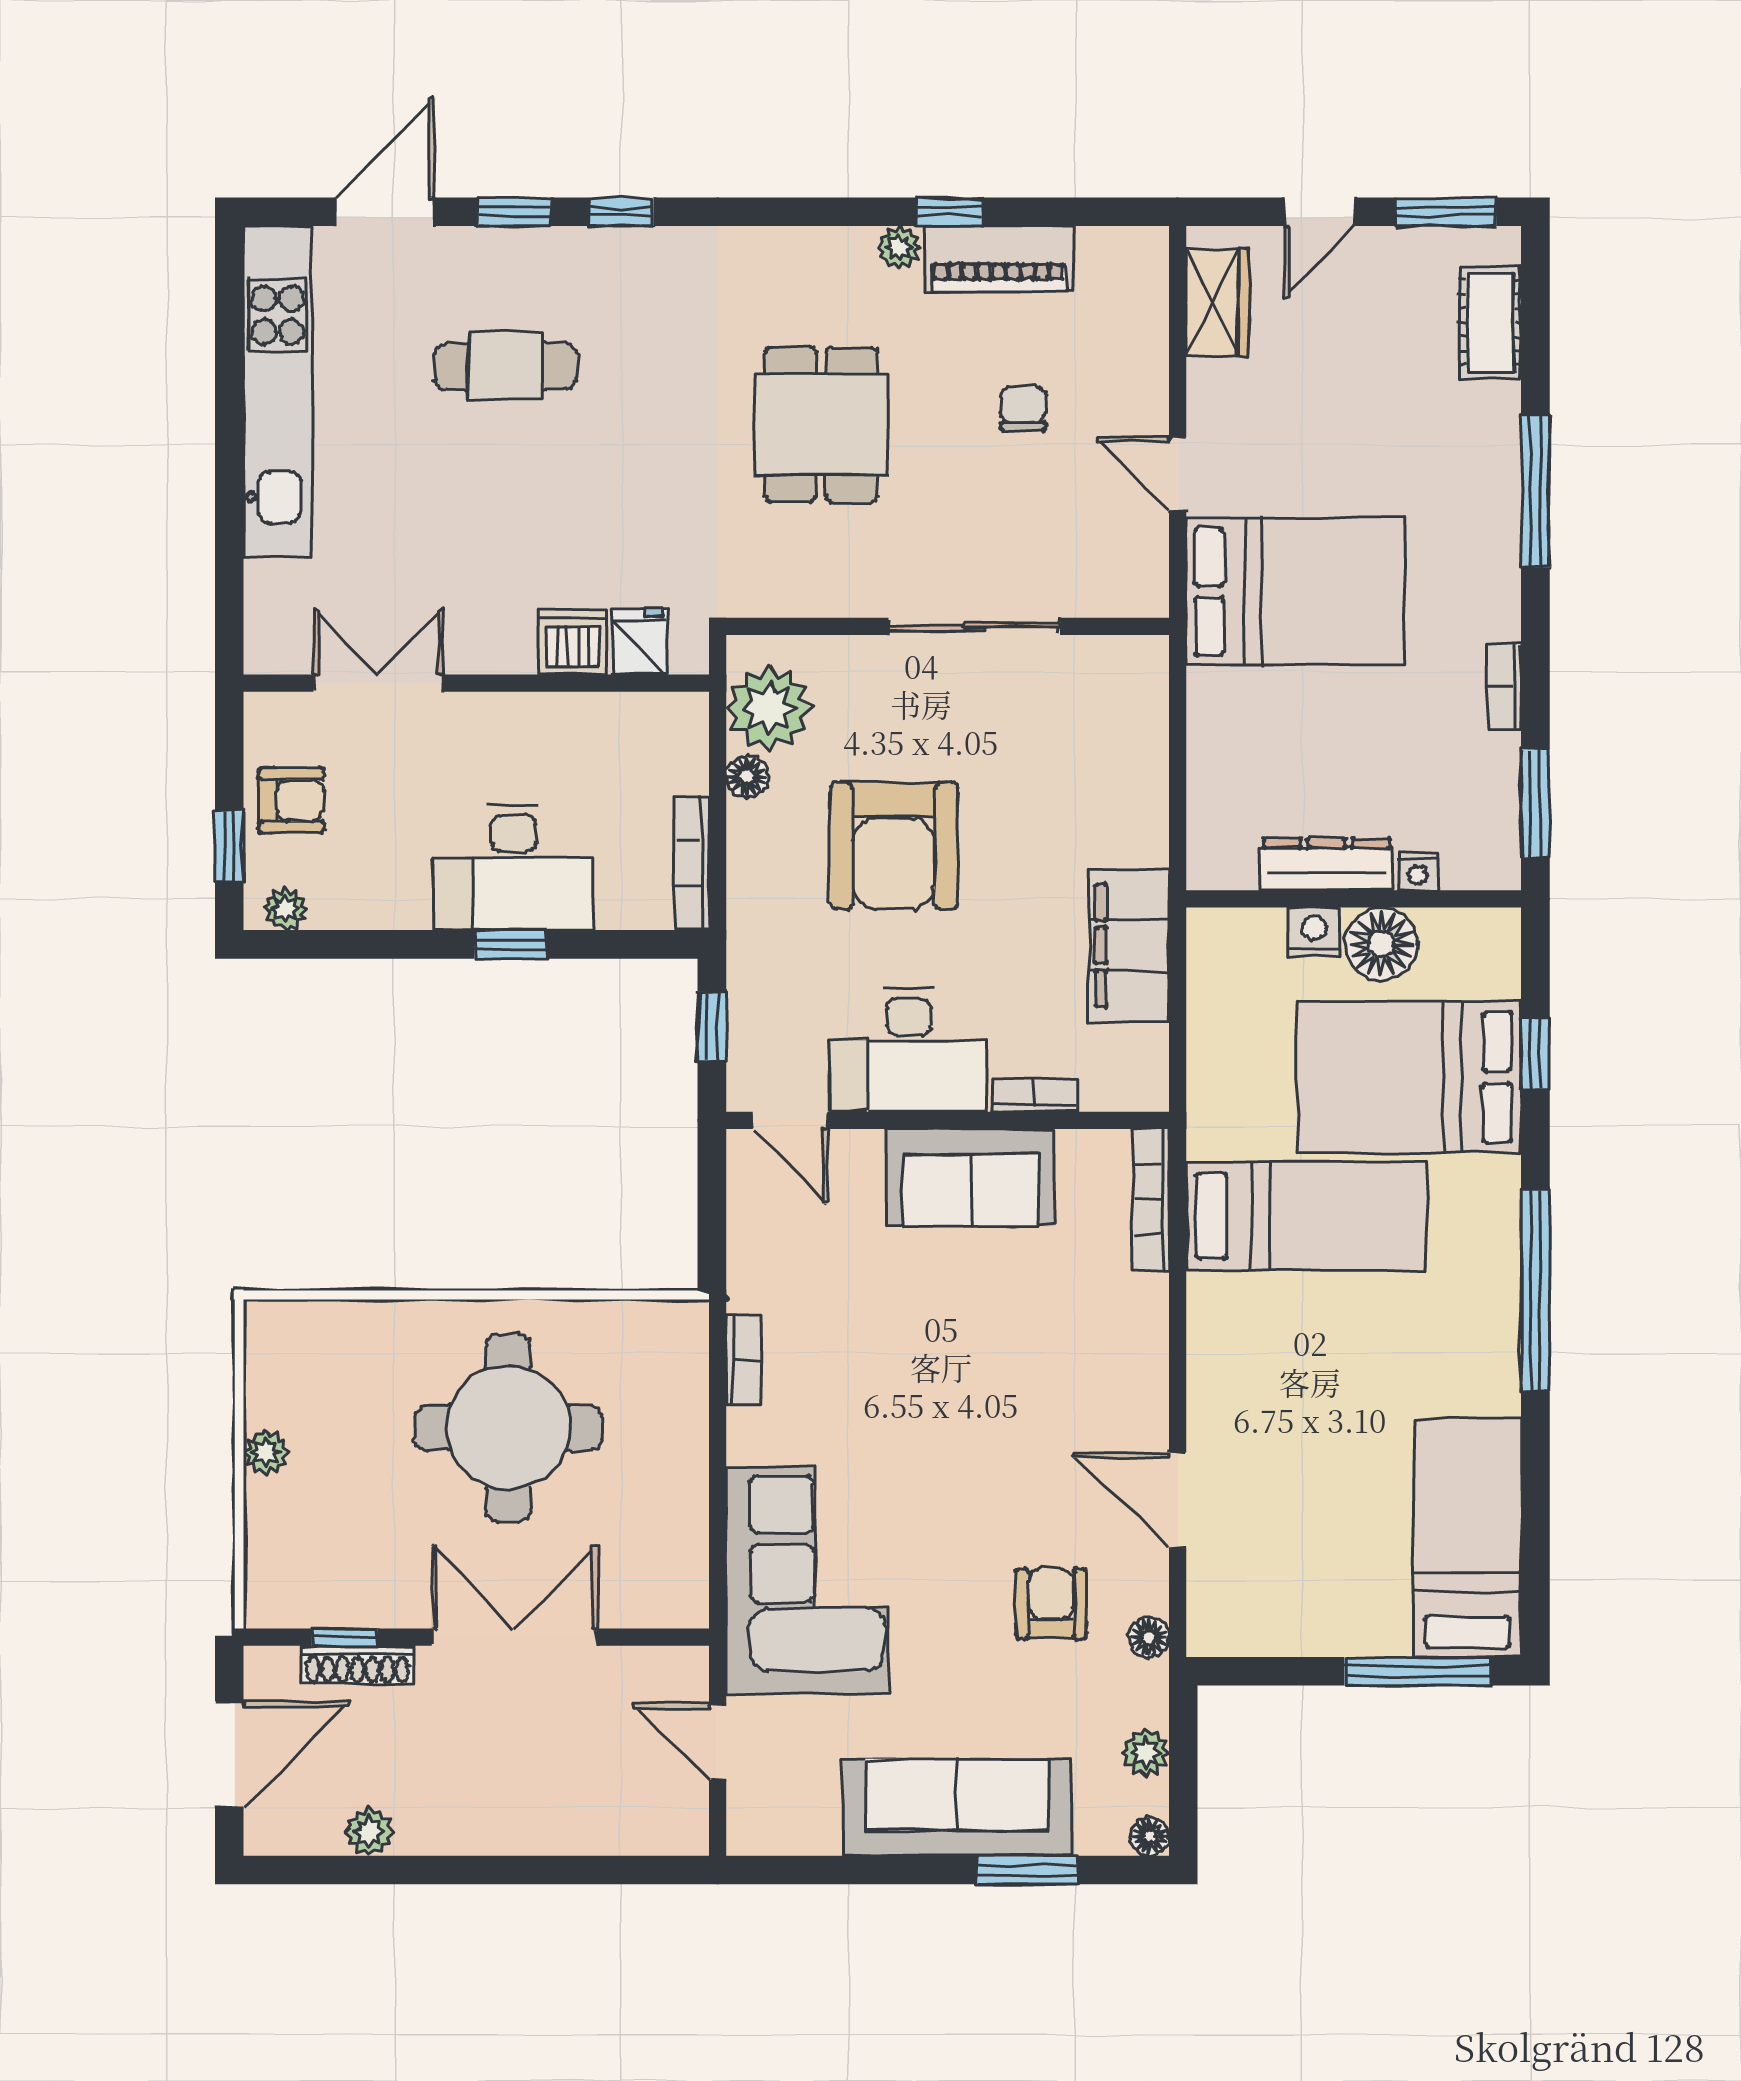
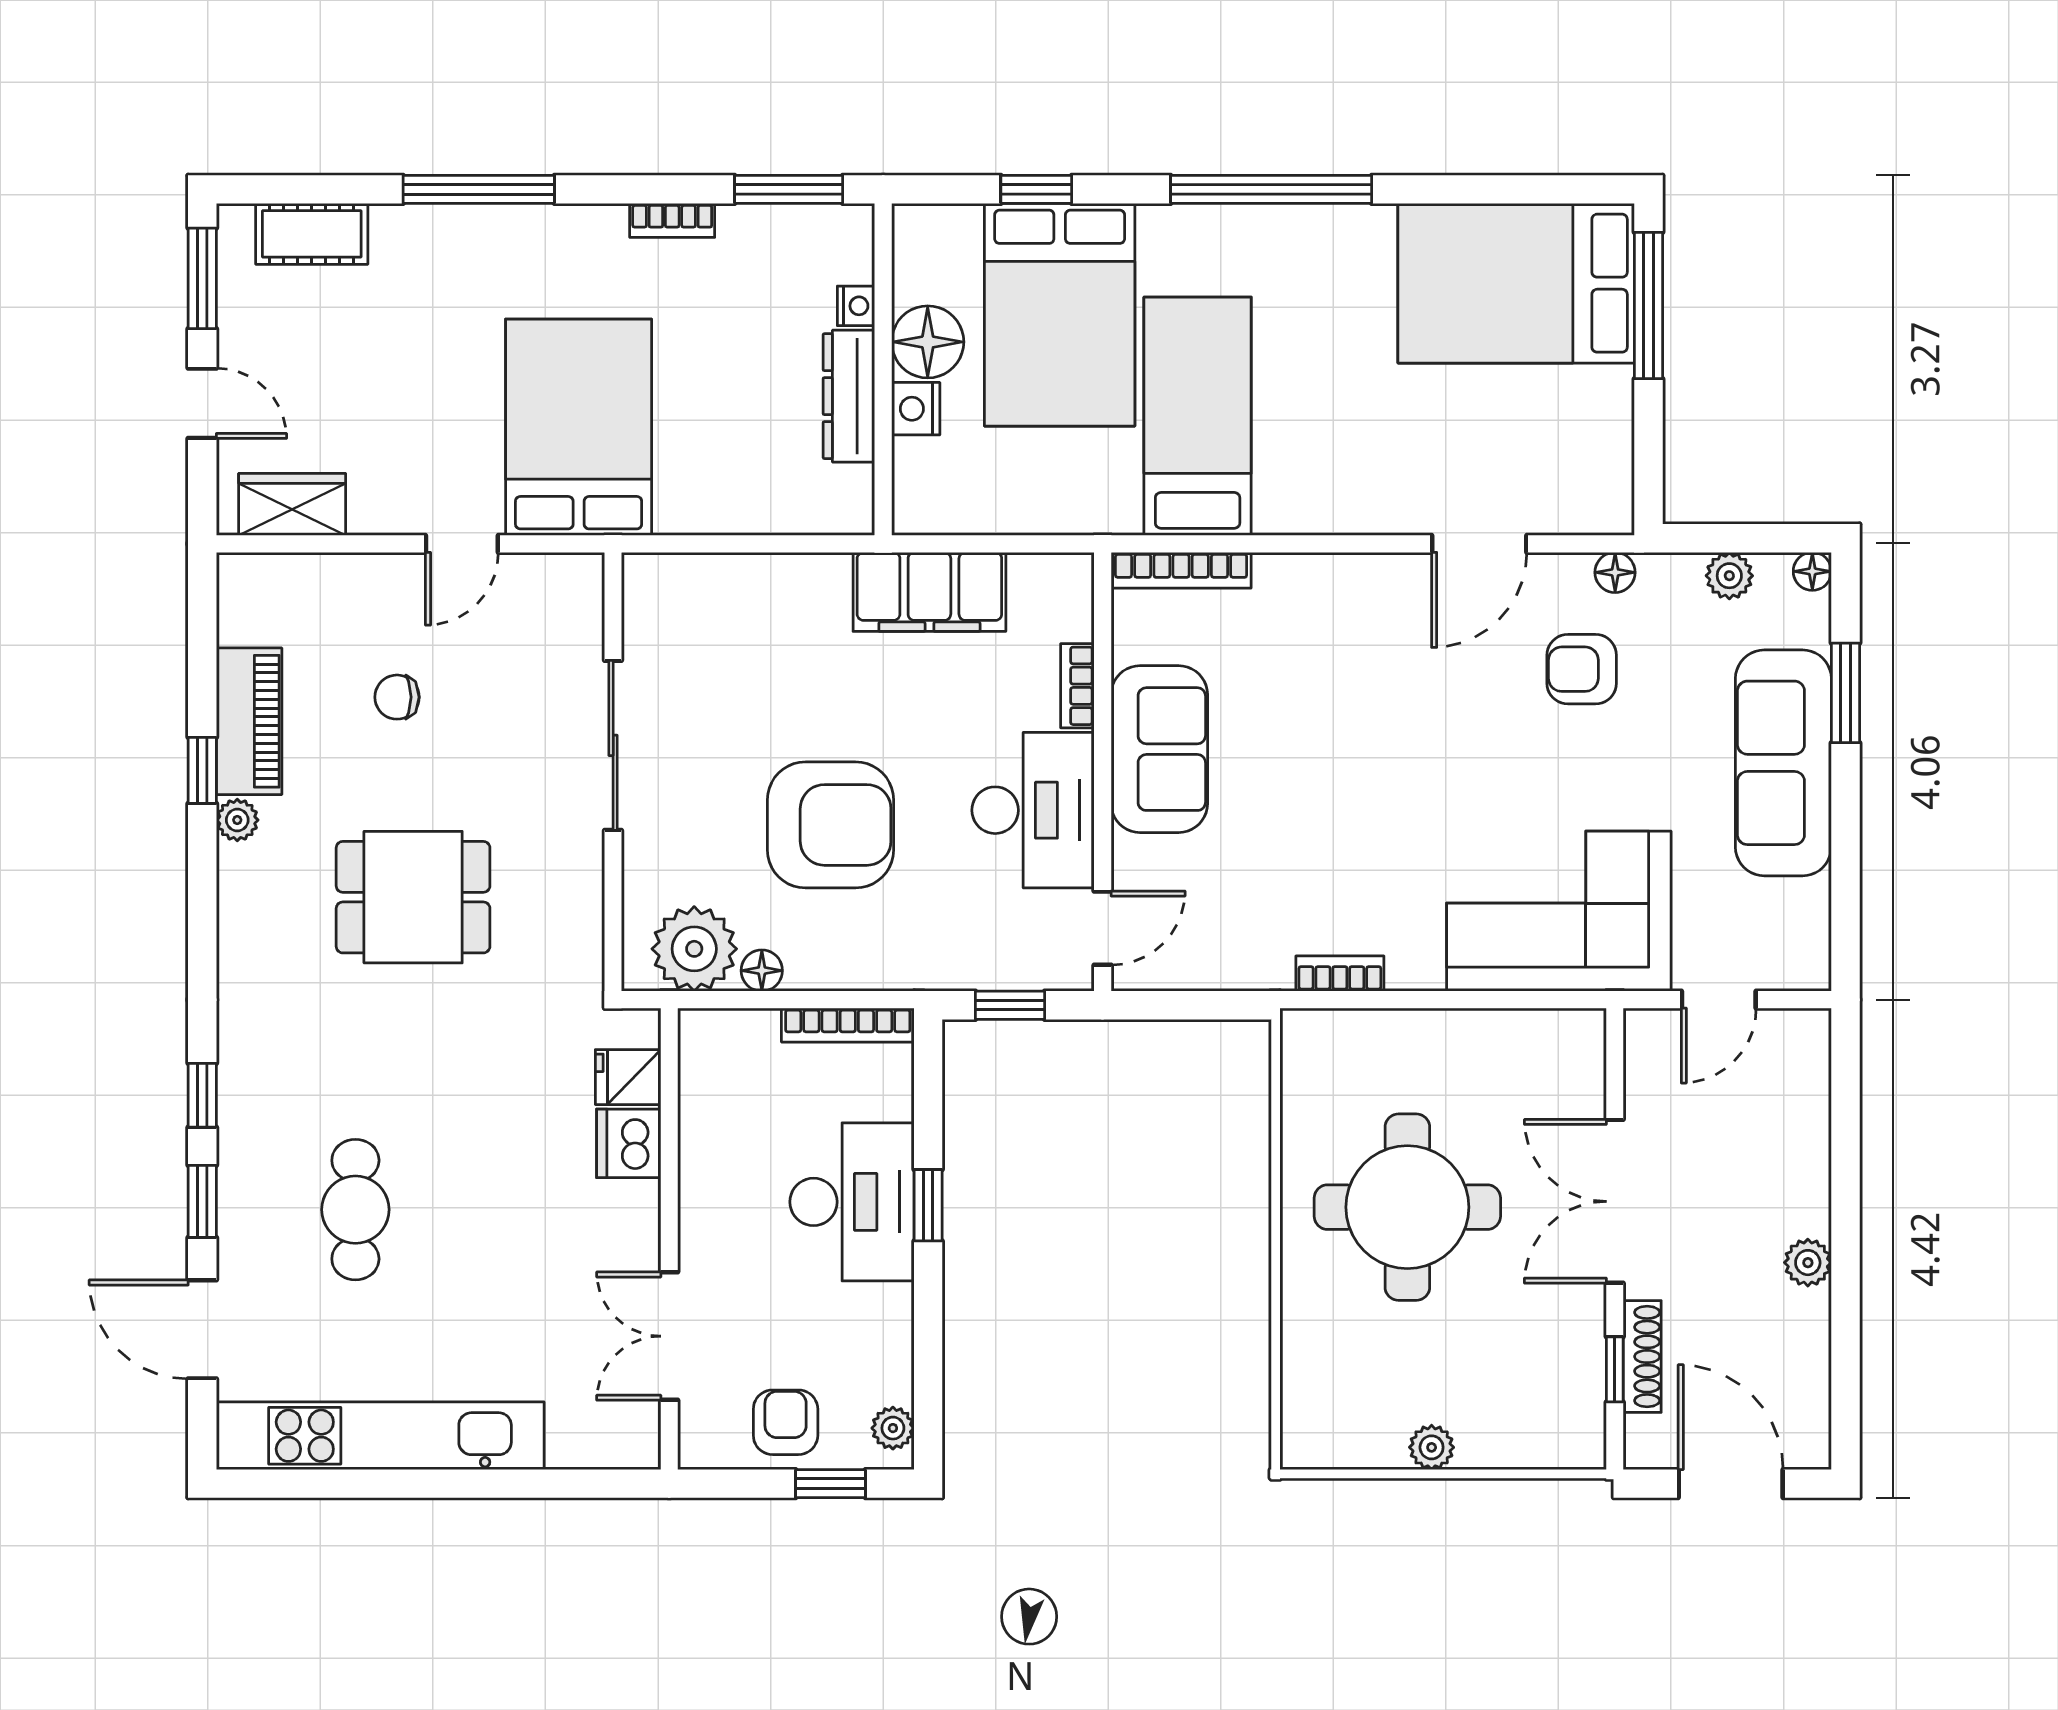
bed: (1467, 1538) -> (1516, 283), width x1.50
plant: (369, 1832) -> (1808, 1263), moved

